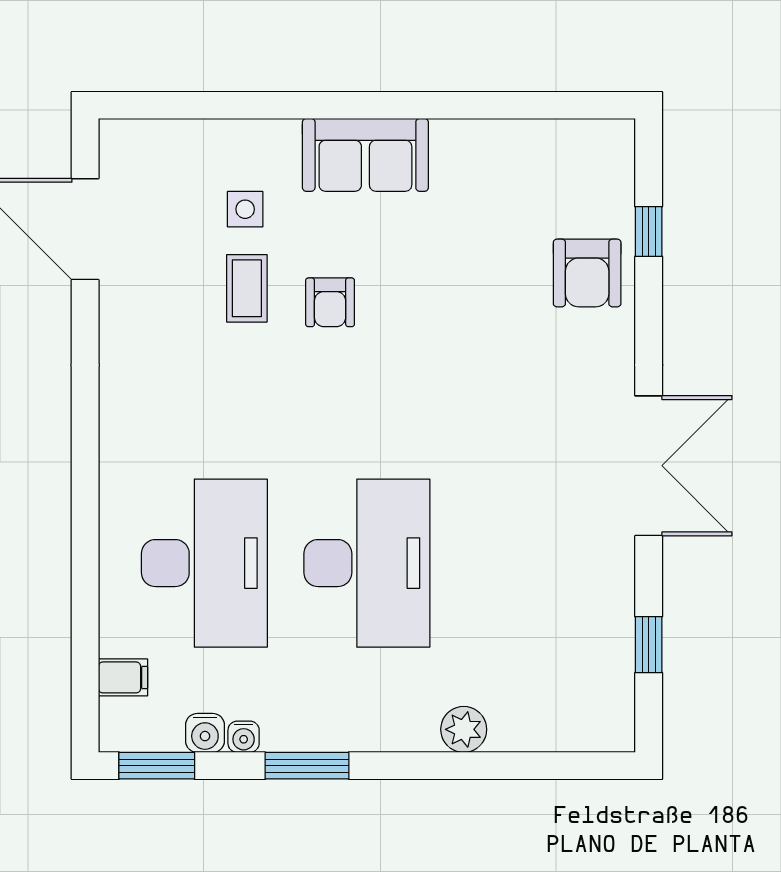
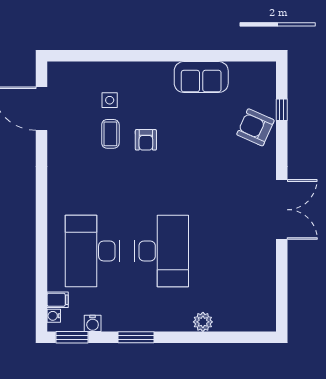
sofa: (365, 155) -> (201, 77), moved
armchair: (587, 273) -> (255, 127), turned 114
desk: (204, 563) -> (92, 251), turned 180
window: (649, 645) -> (282, 286), removed
water cooler: (244, 737) -> (54, 316), moved, turned 90

